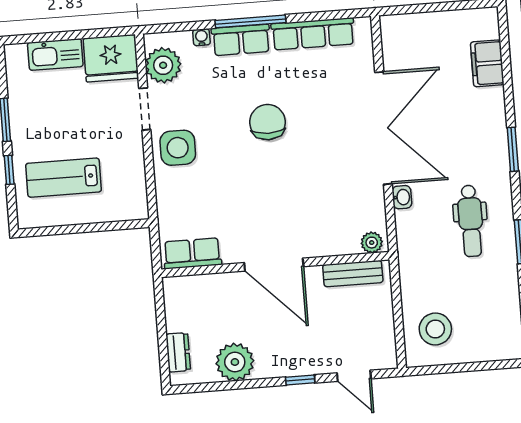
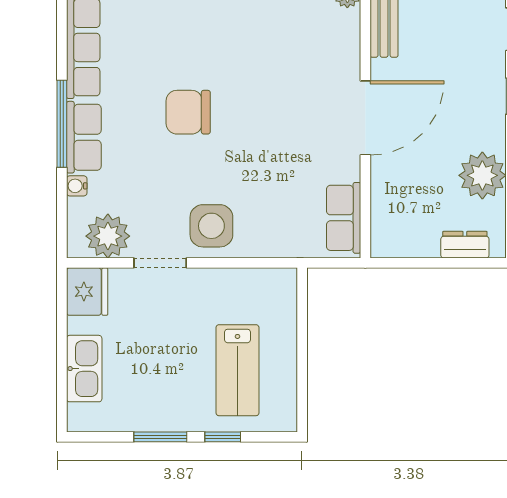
fridge: (111, 58) -> (87, 292), width x0.73, depth x0.75

